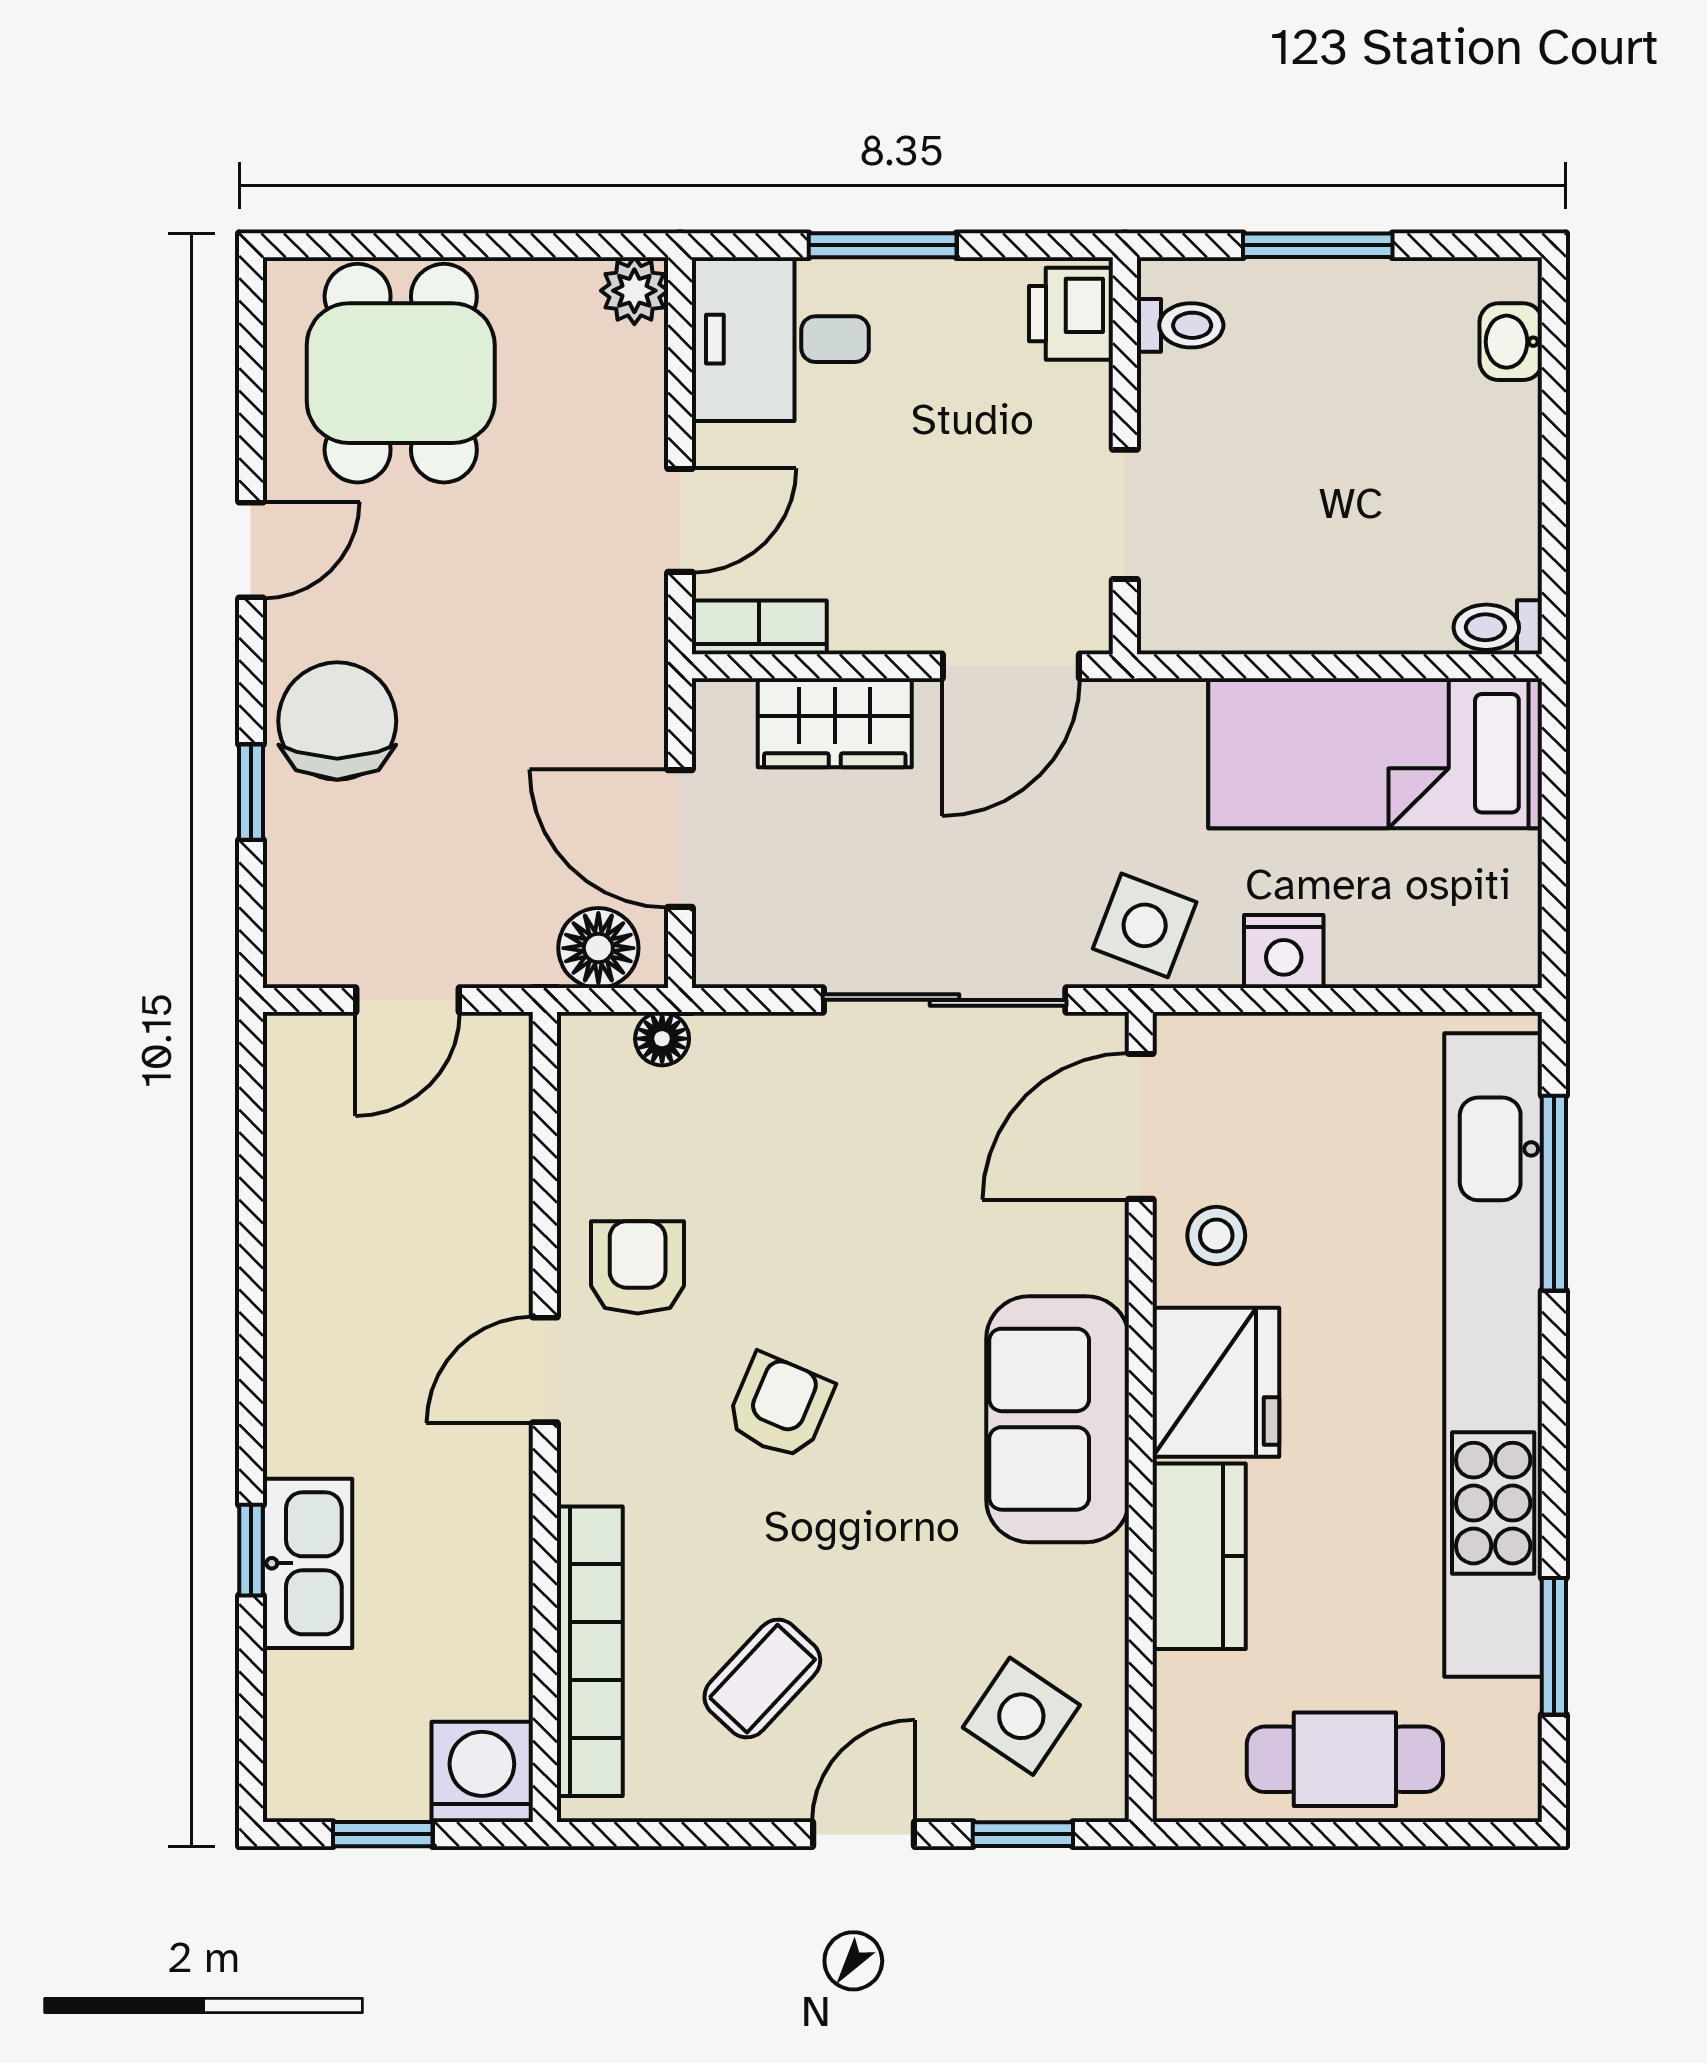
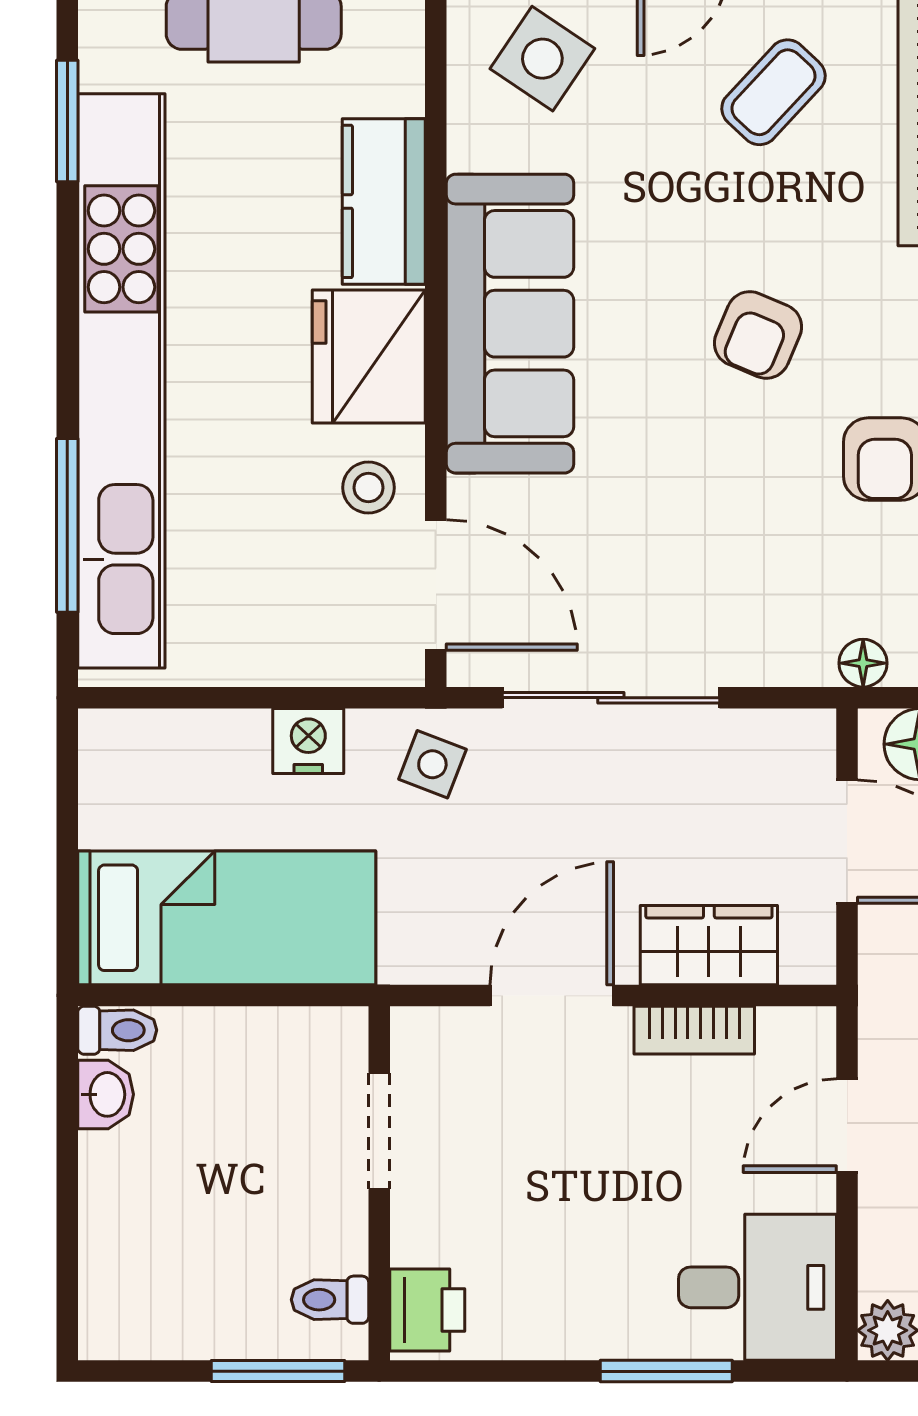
printer: (1071, 314) -> (427, 1310), moved
toilet: (1180, 325) -> (330, 1300), moved
washbasin: (1511, 342) -> (106, 1094), moved
wall: (1125, 456) -> (379, 1183), moved
doorway: (1125, 514) -> (379, 1131), moved
bookcase: (759, 627) -> (694, 1030), moved
side table: (1145, 925) -> (432, 764), width x0.73, depth x0.73
door: (1141, 1126) -> (436, 585), hinge flipped
sofa: (1058, 1419) -> (510, 324), width x1.36

